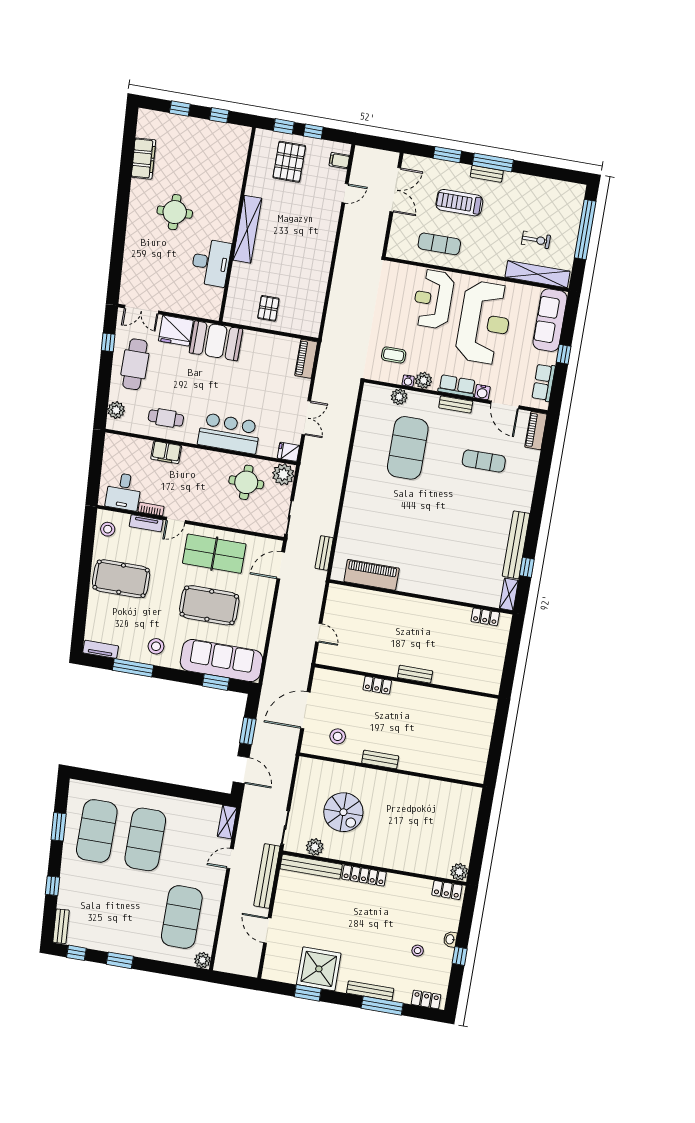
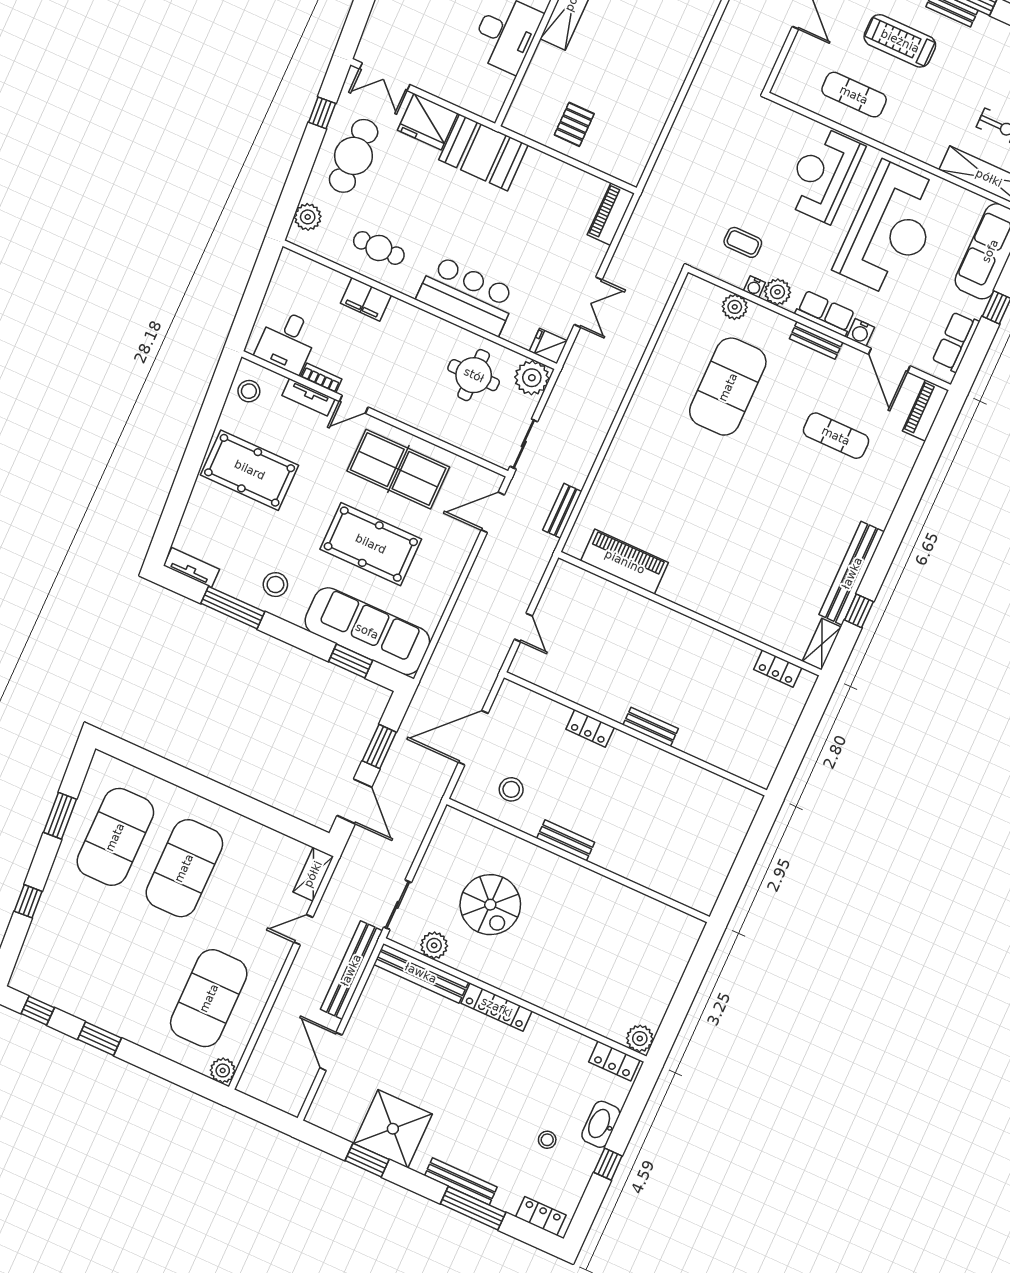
bench: (61, 926) -> (25, 965), removed
washbasin: (450, 939) -> (601, 1124), width x1.91, depth x1.45

